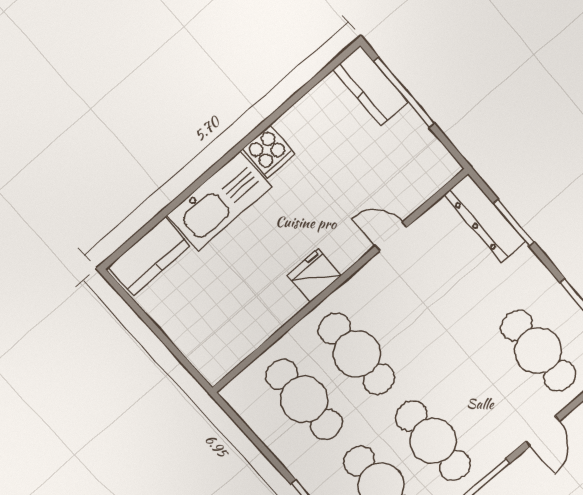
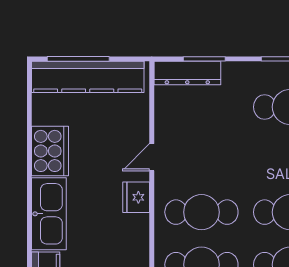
kitchen counter: (370, 86) -> (88, 77), width x2.08, depth x1.17
cooker: (268, 152) -> (50, 151), width x1.87, depth x1.31
door: (391, 236) -> (152, 157), moved

